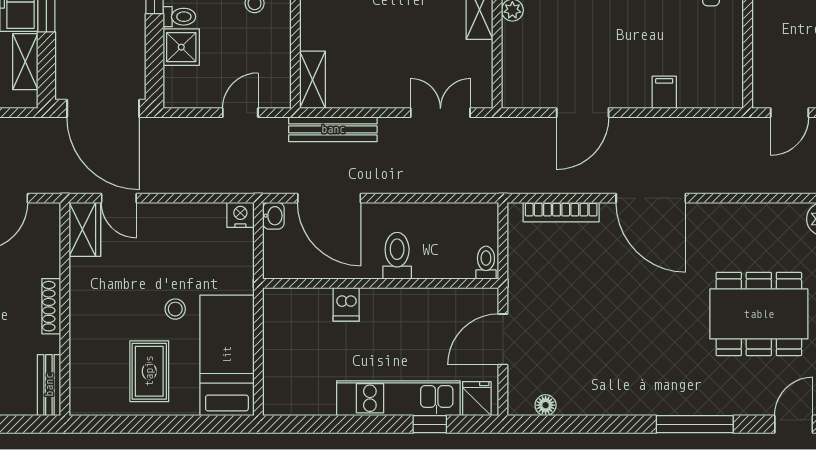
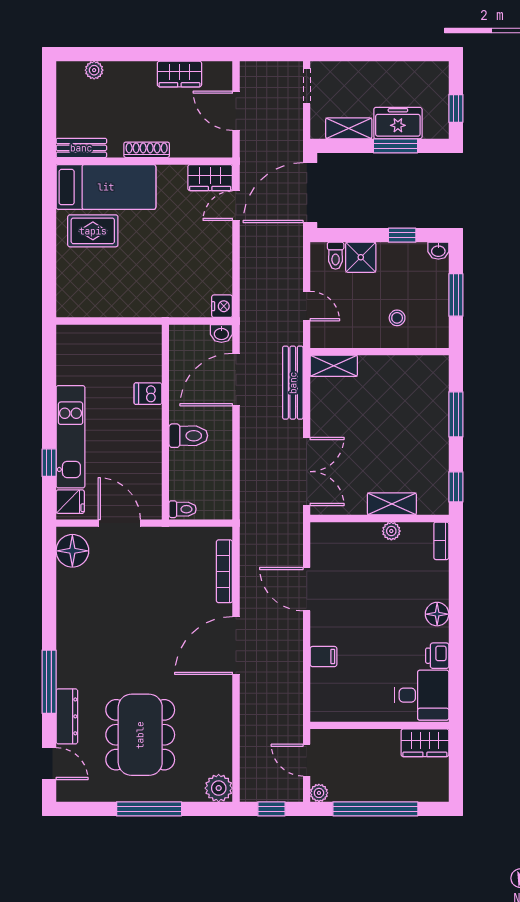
toilet: (179, 17) -> (336, 256), moved
double door: (440, 113) -> (307, 472), width x1.37
stool: (175, 309) -> (144, 252), removed
bed: (227, 355) -> (106, 187), moved
dresser: (737, 403) -> (67, 716), added
floor lamp: (546, 405) -> (72, 551), width x1.89, depth x1.89

